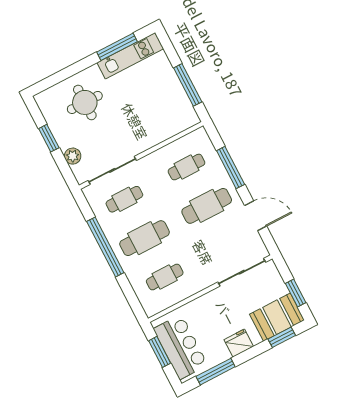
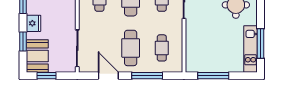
door: (256, 216) -> (108, 76), swing flipped
window: (282, 337) -> (23, 41), moved

